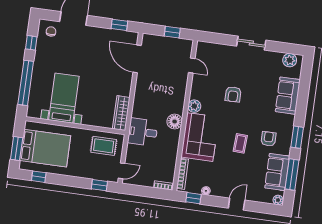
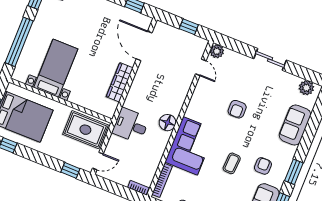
plant: (194, 106) -> (217, 51), moved
wardrobe: (121, 113) -> (120, 82), moved
rug: (104, 146) -> (85, 130), width x1.36, depth x1.43

